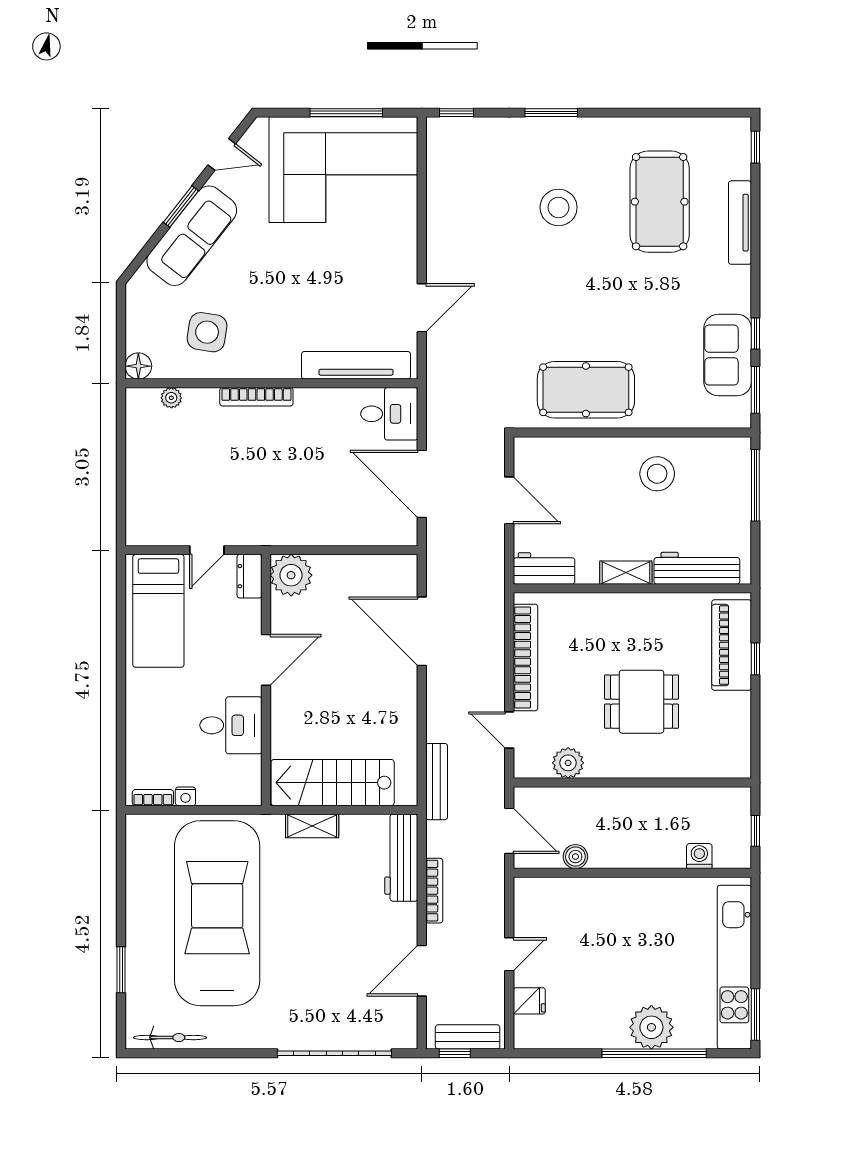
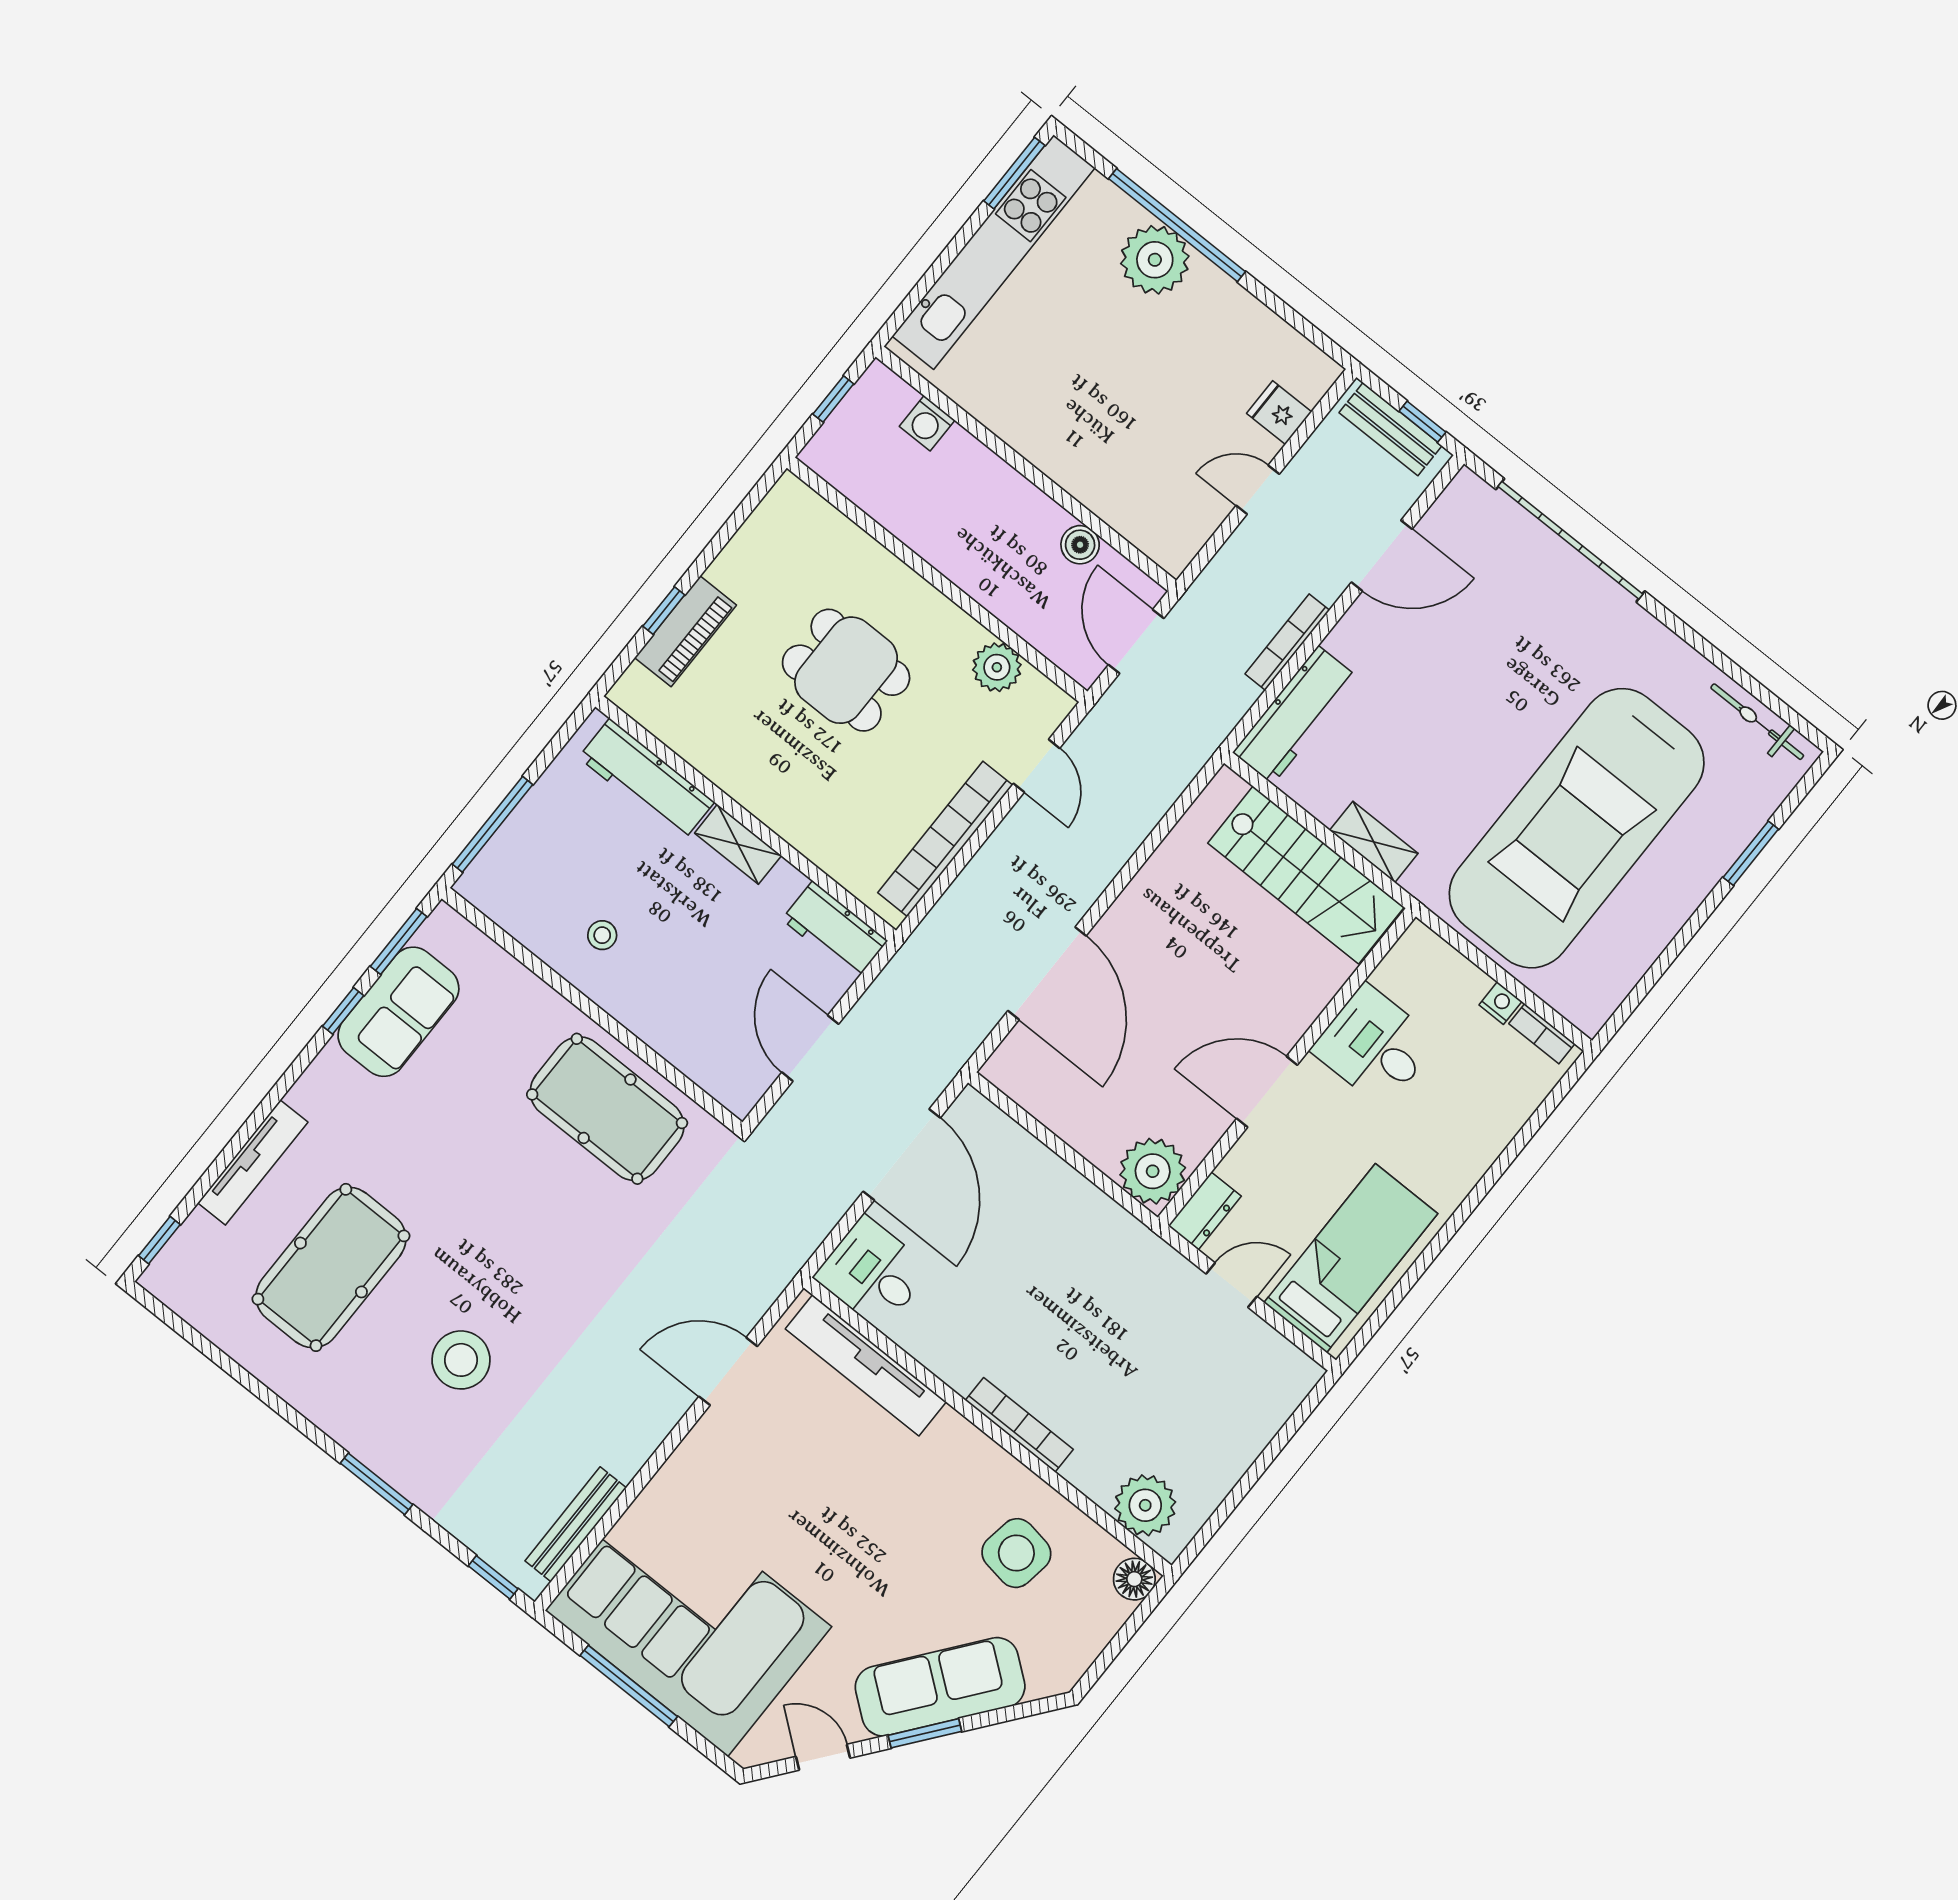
plant: (171, 398) -> (1145, 1505), width x1.88, depth x1.88
stool: (657, 474) -> (602, 935), width x0.53, depth x0.53
piano: (732, 645) -> (685, 631), width x0.73, depth x0.75
bench: (437, 782) -> (576, 1524), moved

